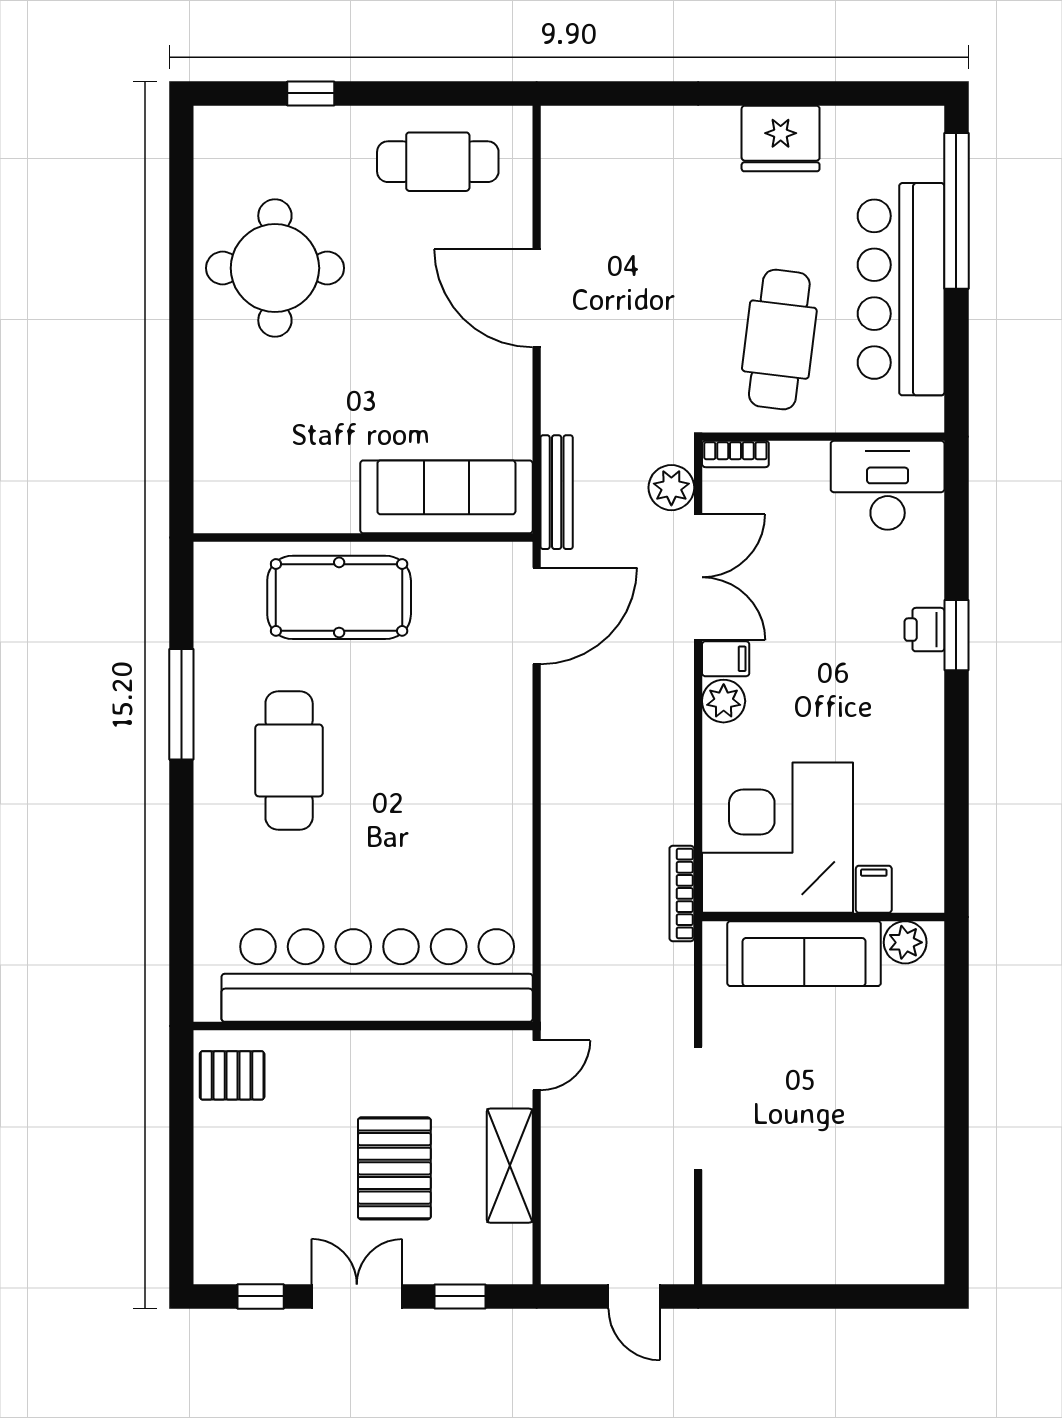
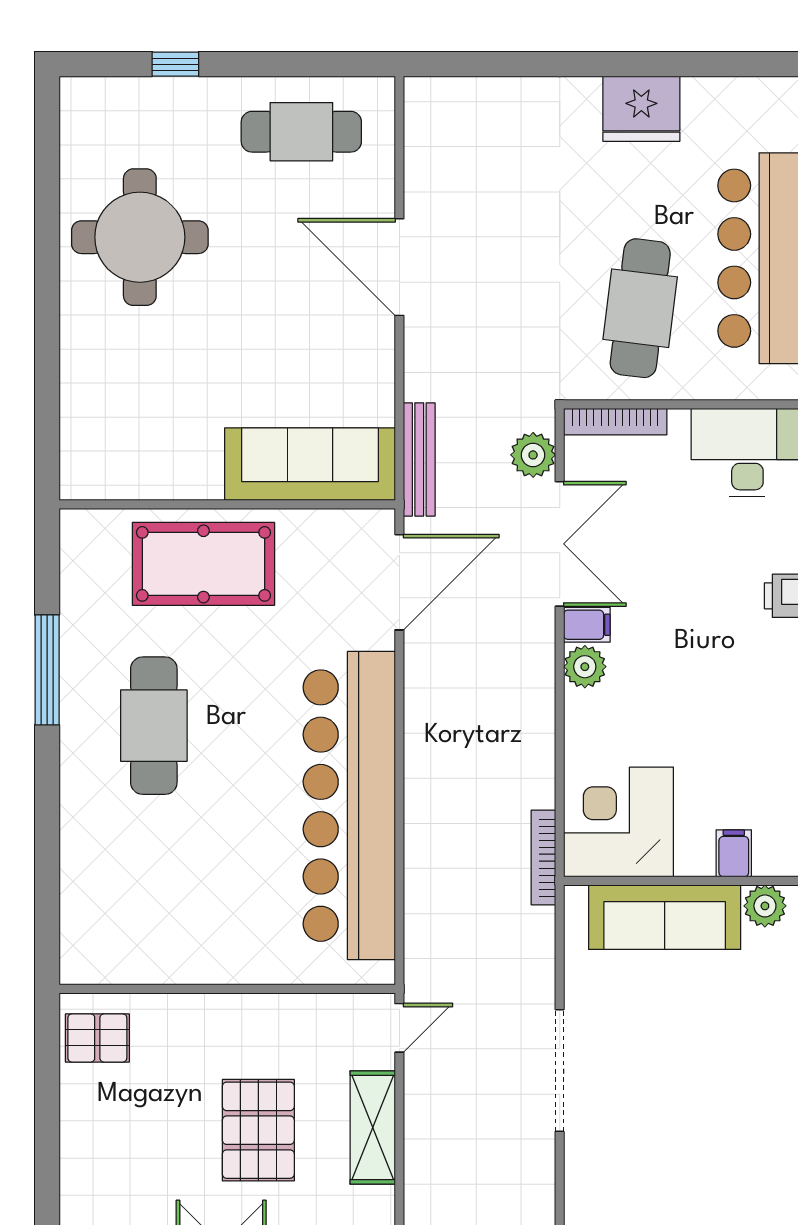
bookcase: (735, 454) -> (615, 422), width x1.56
corner desk: (777, 838) -> (618, 822), width x0.74, depth x0.74
bar counter: (377, 975) -> (349, 806), moved, turned -90

